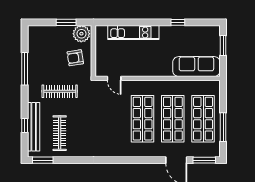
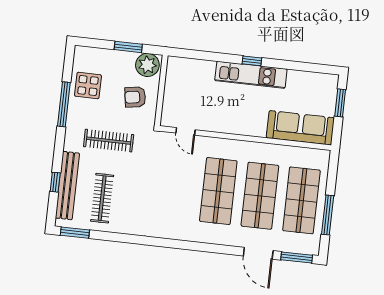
window: (178, 22) -> (252, 61), moved
kitchen unit: (133, 32) -> (251, 75), moved
display table: (40, 53) -> (88, 85), added

